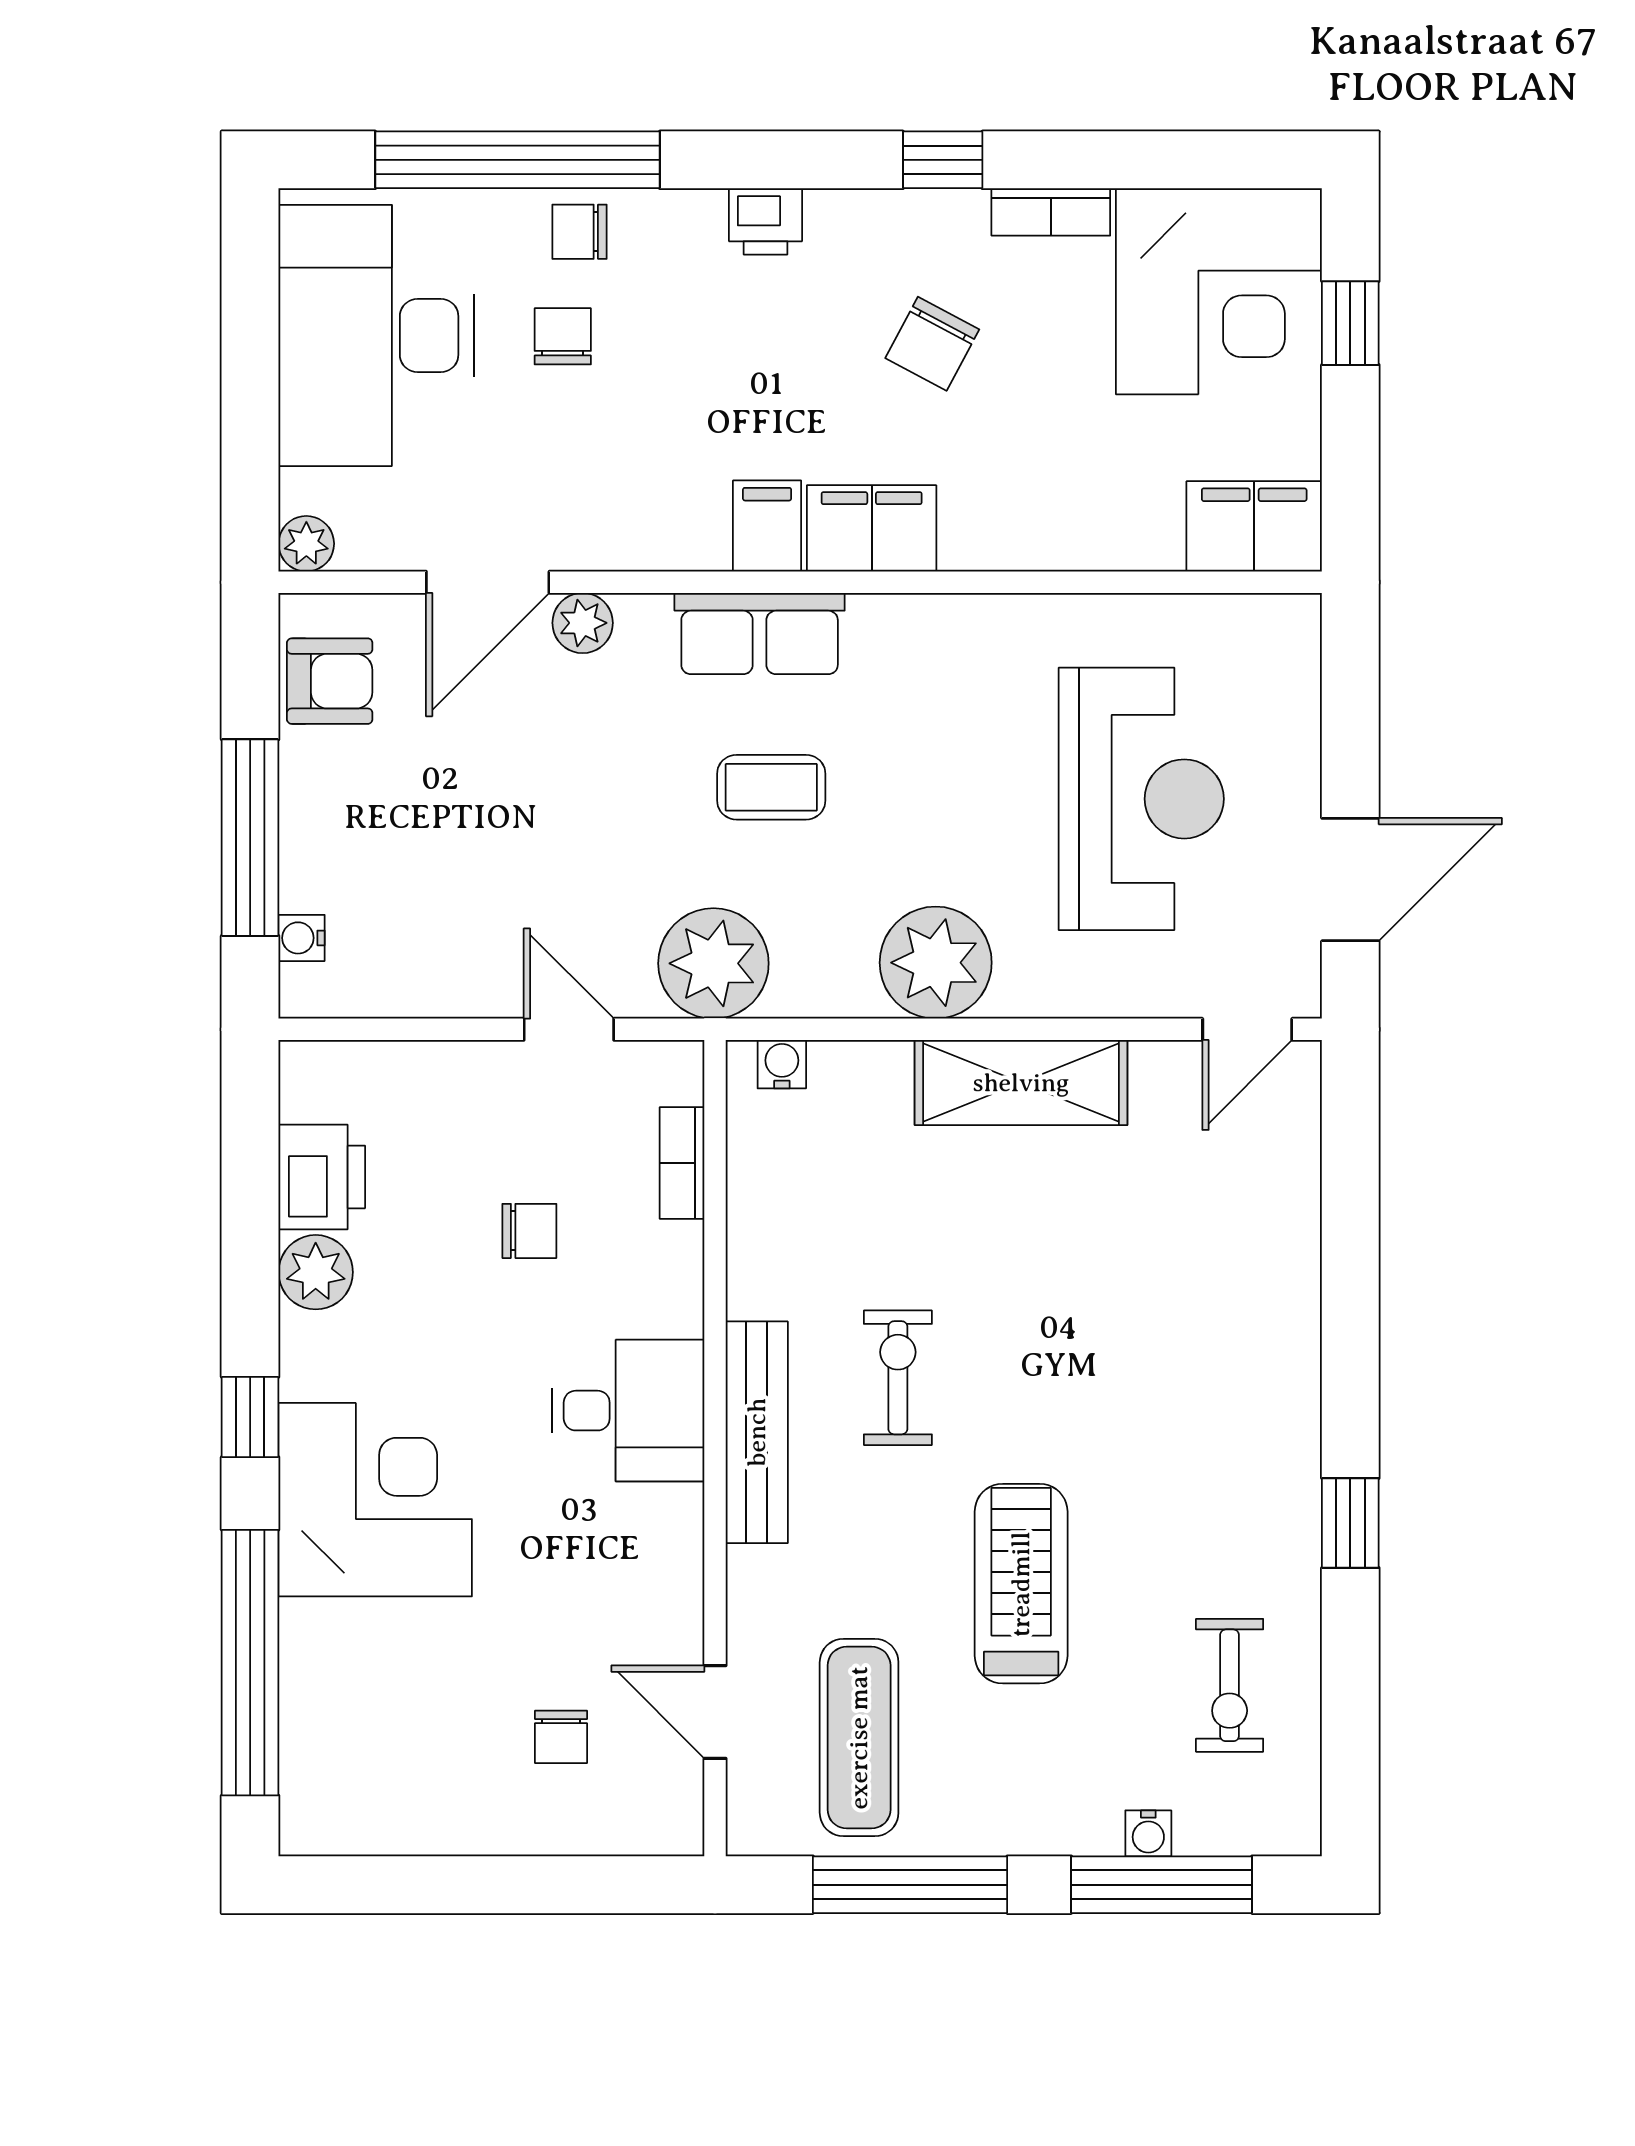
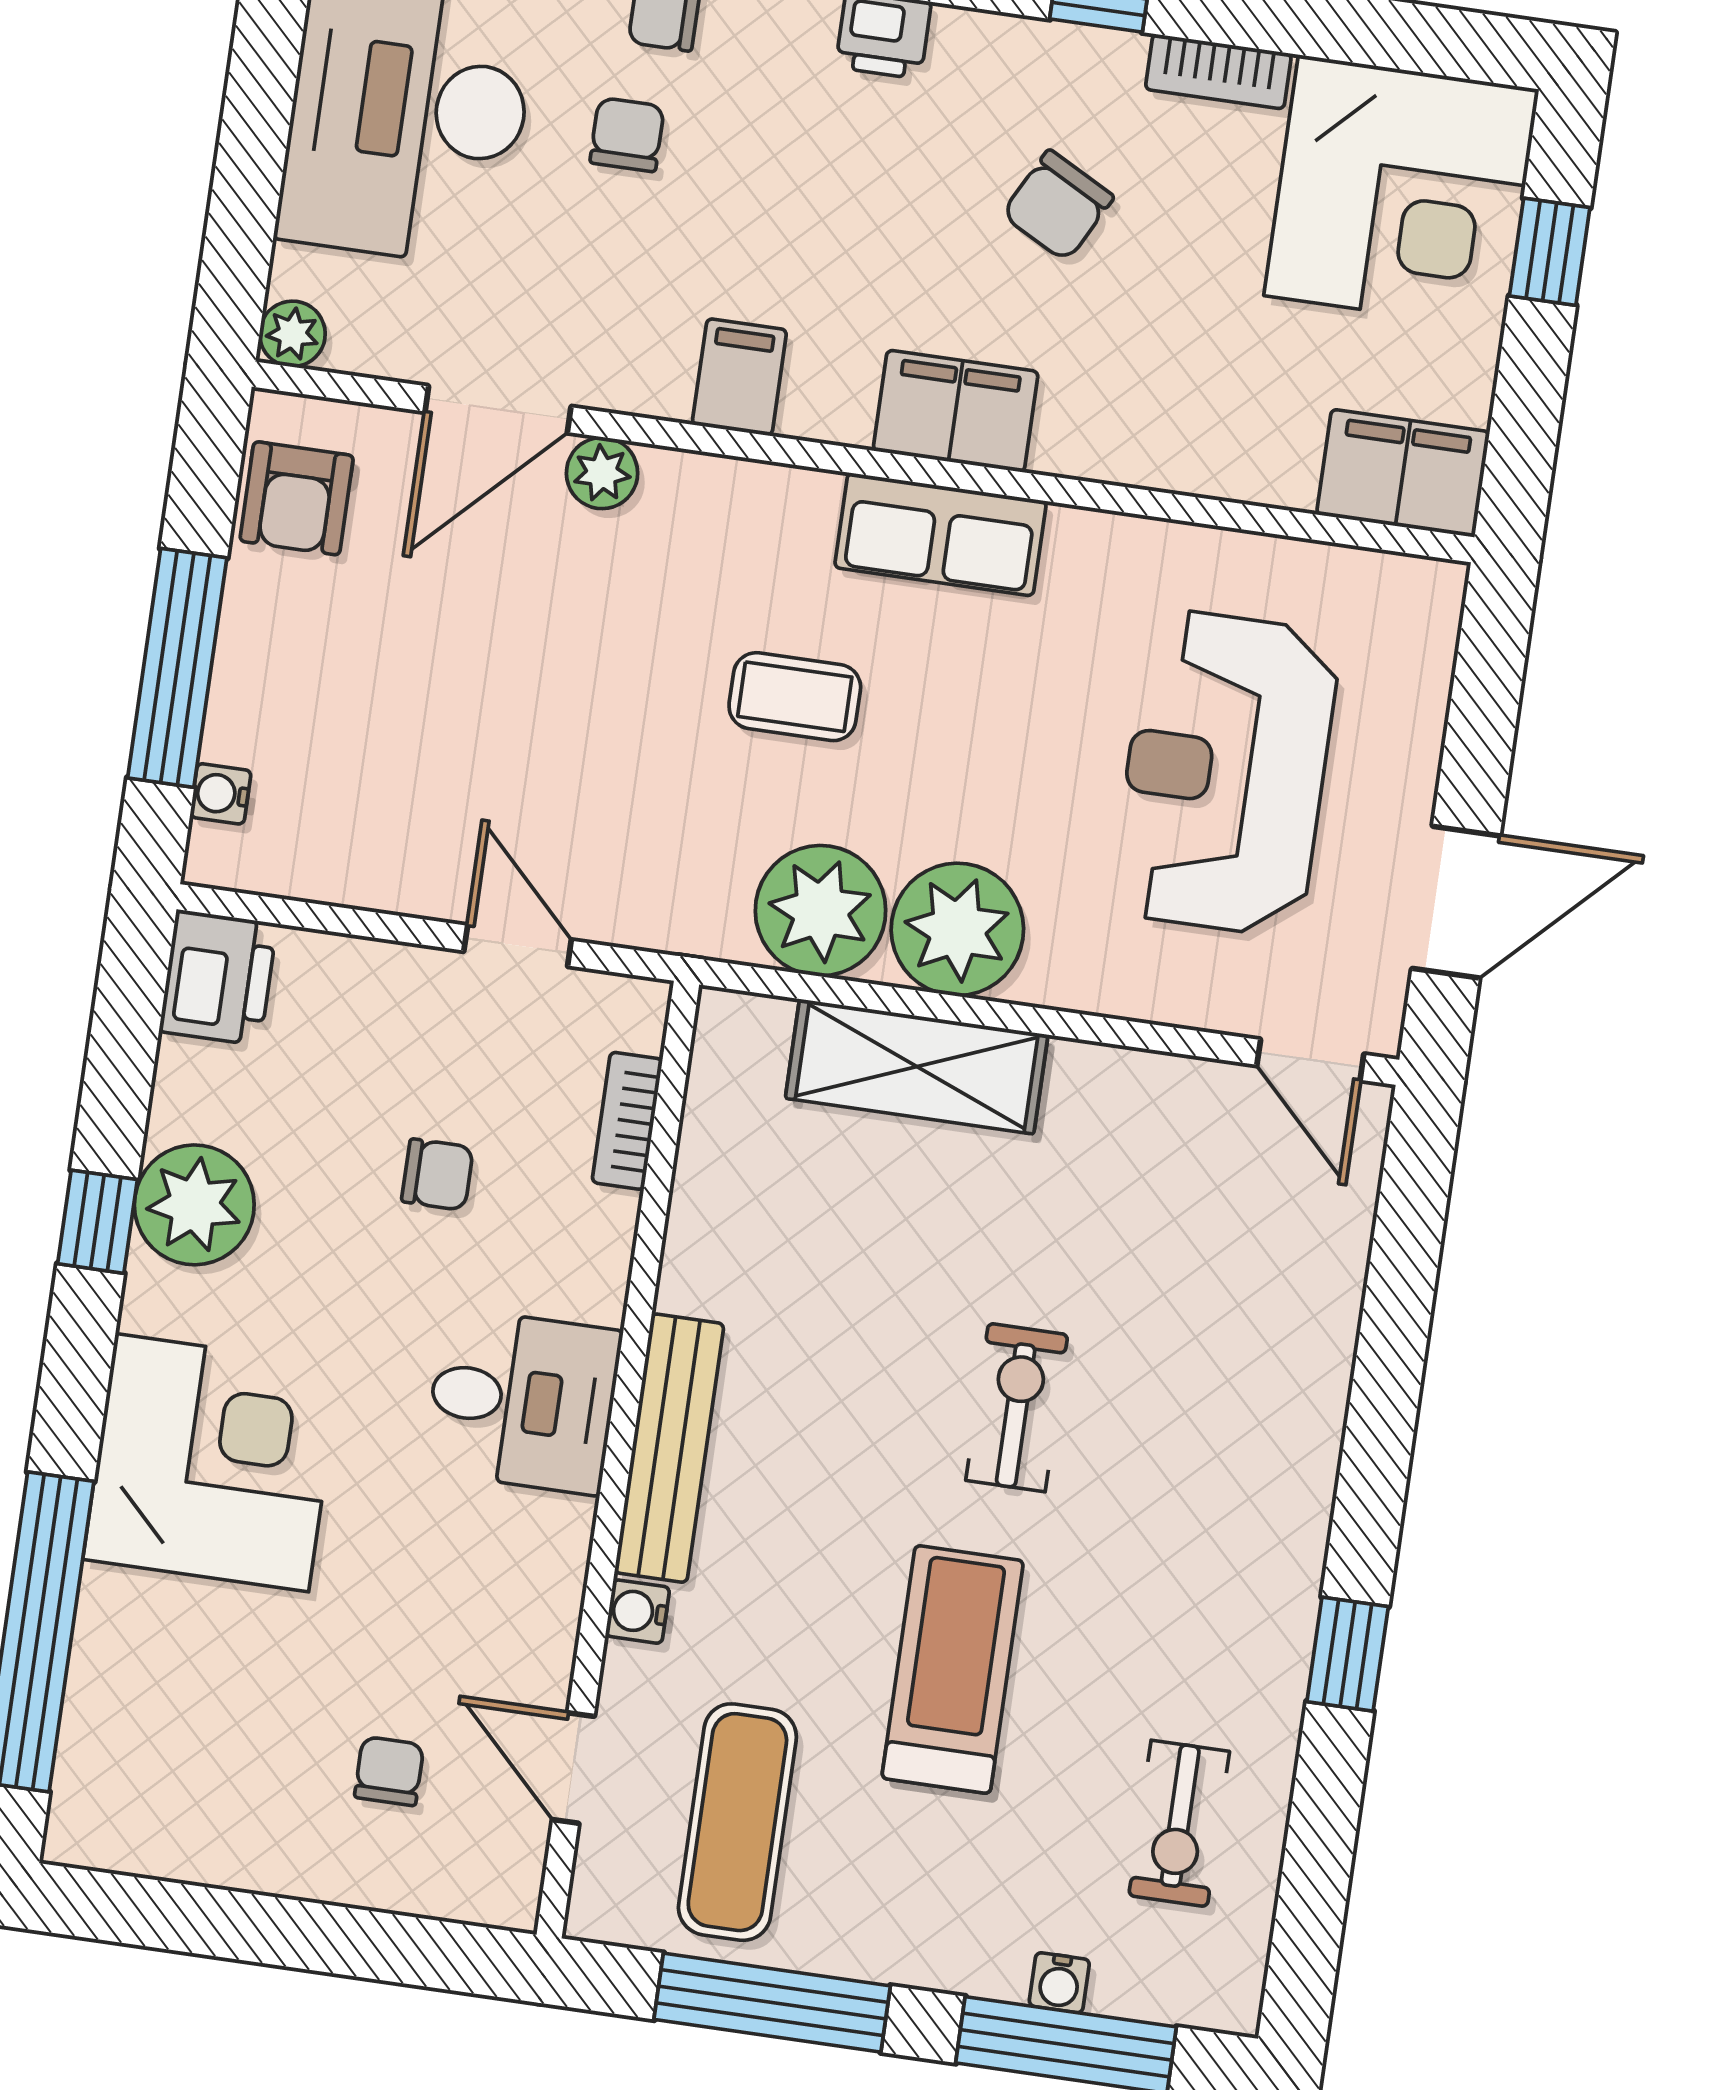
filing cabinet: (767, 526) -> (739, 377), moved
row of seats: (760, 634) -> (940, 534), moved
armchair: (330, 681) -> (297, 498), turned 90
reception desk: (1141, 799) -> (1225, 773), turned 180
plant: (713, 963) -> (821, 911), moved
door: (1247, 1029) -> (1310, 1060), hinge flipped
water cooler: (782, 1064) -> (638, 1612), moved, turned -90
shelving: (1021, 1083) -> (917, 1067), moved
printer: (322, 1177) -> (218, 978), moved
plant: (316, 1272) -> (194, 1205), width x1.36, depth x1.36
exercise bike: (898, 1378) -> (1017, 1408), moved
window: (250, 1417) -> (97, 1222), moved
chair: (561, 1737) -> (389, 1771), turned 180

